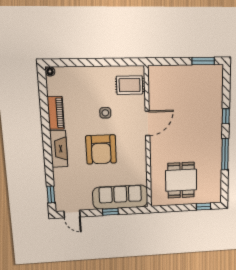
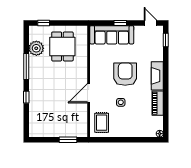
window: (203, 61) -> (68, 140), moved
rug: (130, 85) -> (102, 123), turned 90
plant: (213, 177) -> (36, 48), added

